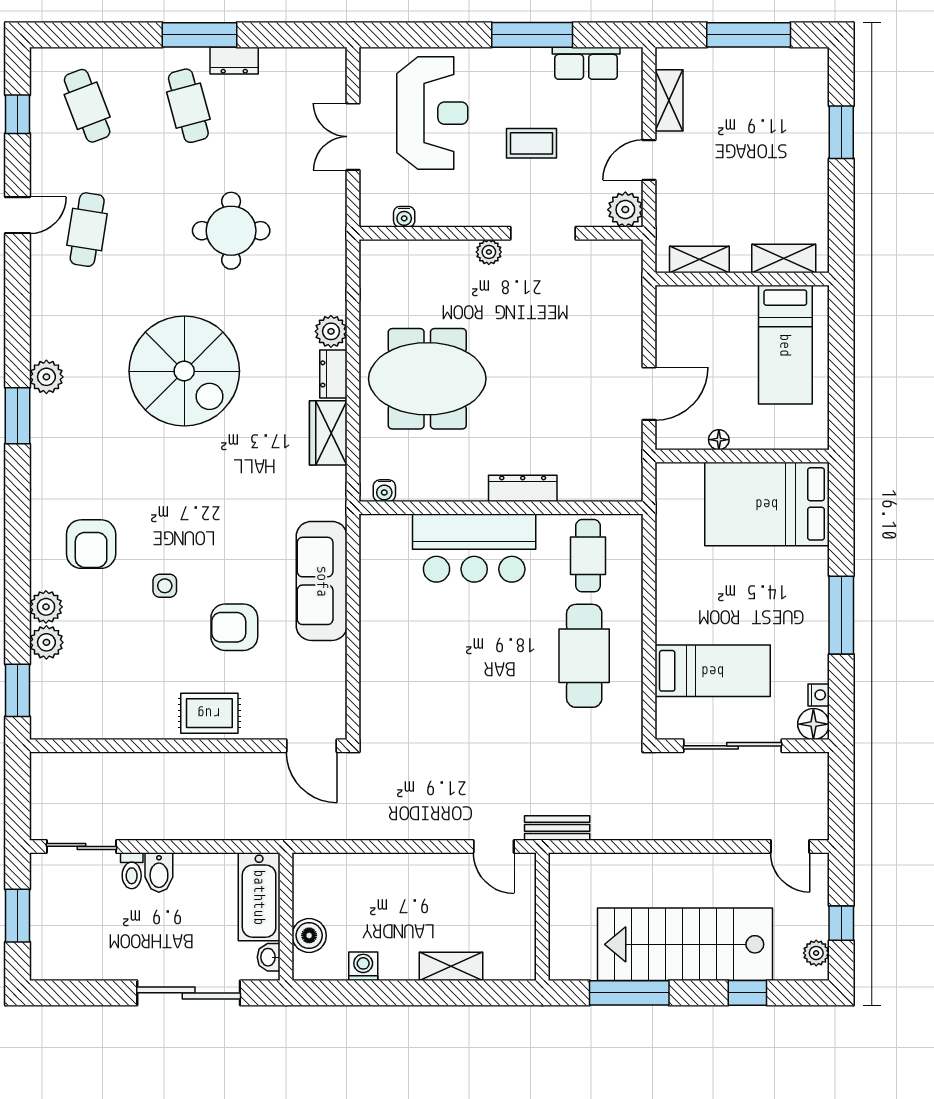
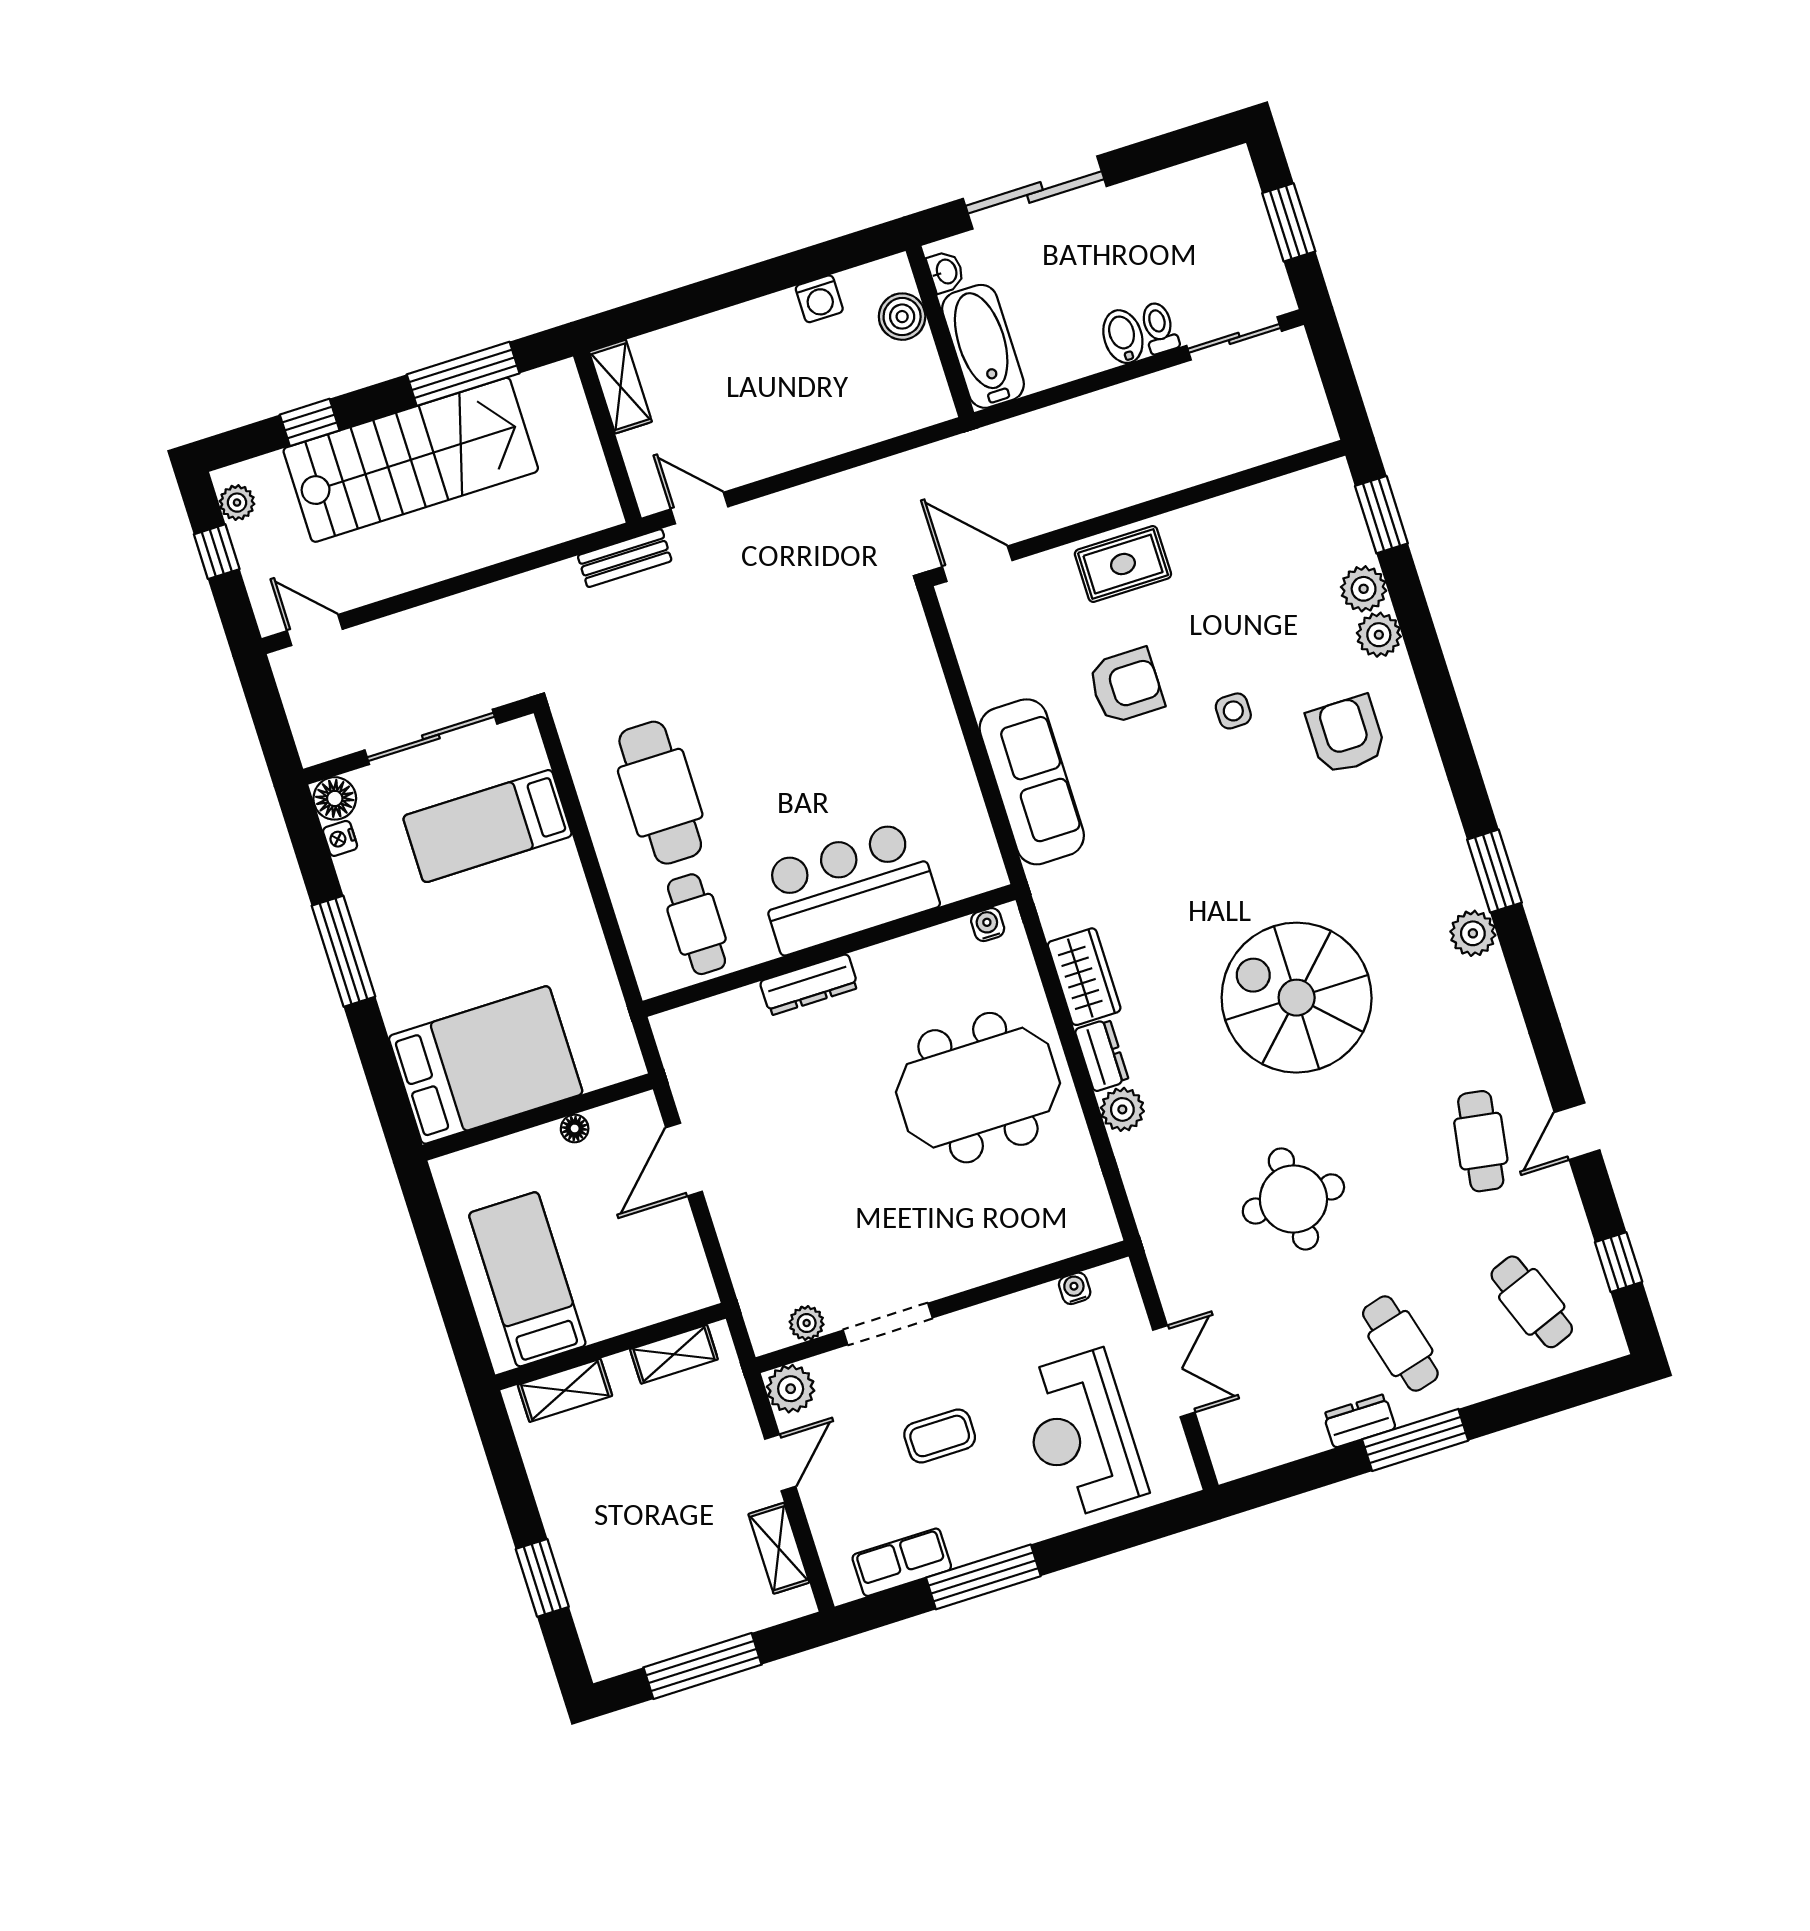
plant: (489, 252) -> (807, 1323), moved
shelving: (451, 966) -> (620, 387), moved, turned 90

